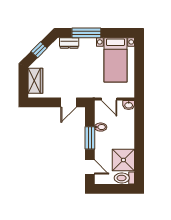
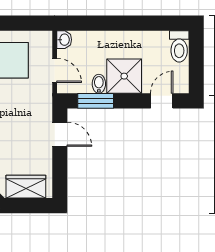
door: (109, 99) -> (55, 70), hinge flipped
window: (90, 138) -> (96, 101), moved
shower: (123, 160) -> (124, 76), moved

